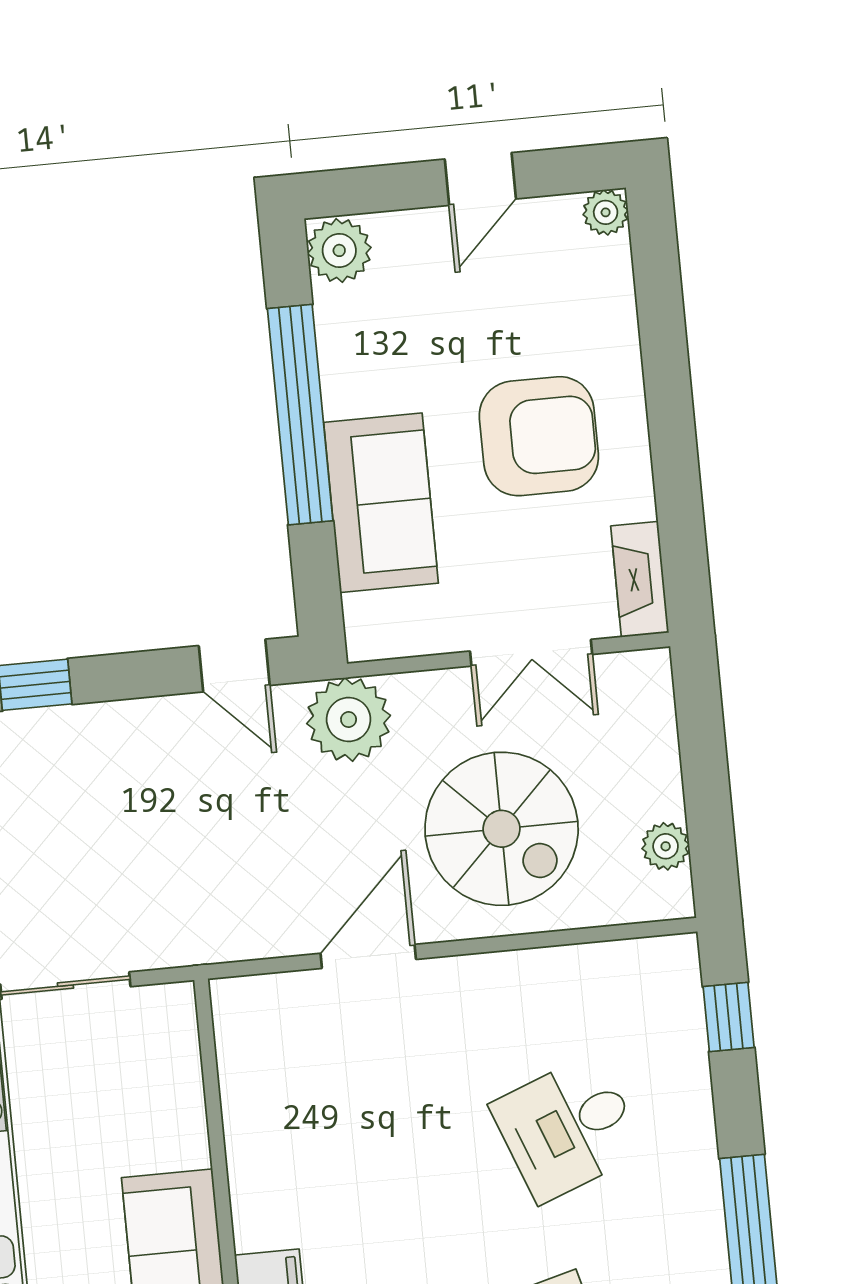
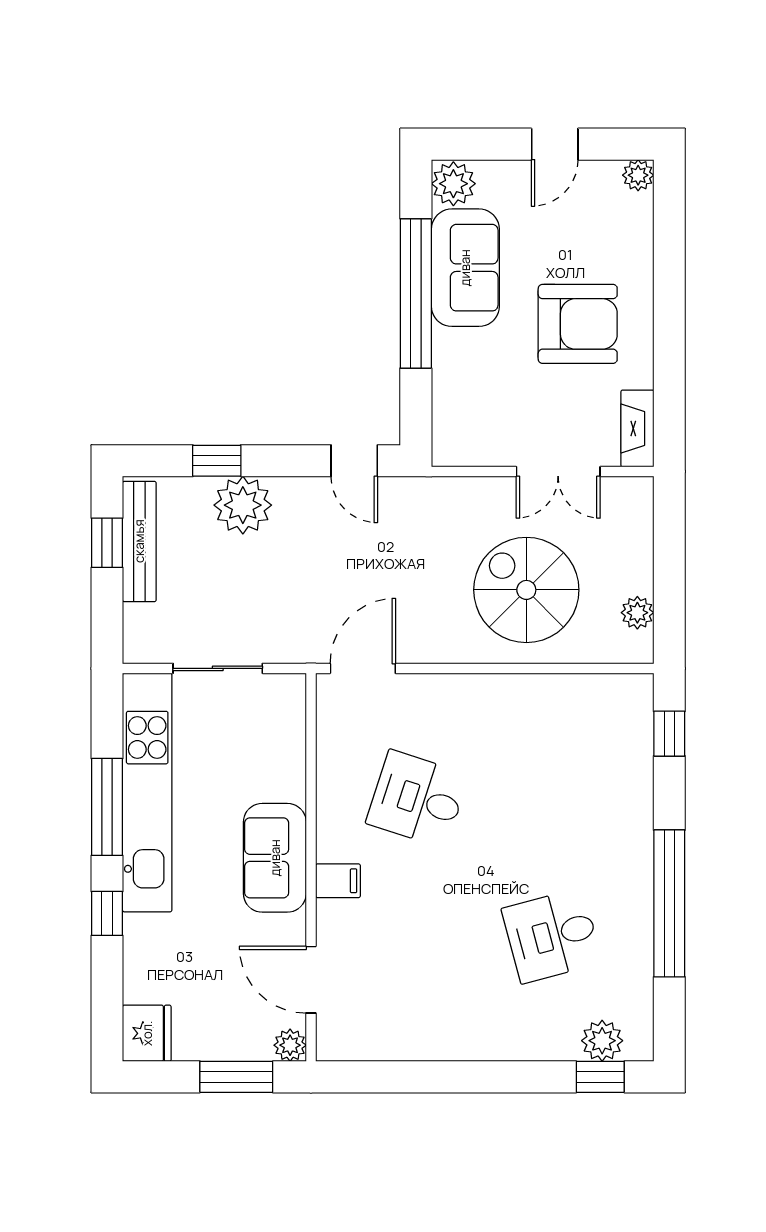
sofa: (381, 503) -> (465, 268), moved
plant: (349, 719) -> (243, 505), moved
spiral stairs: (502, 829) -> (526, 590), turned 180
door: (368, 956) -> (363, 668), moved
desk: (568, 1128) -> (417, 799), moved, turned 39

